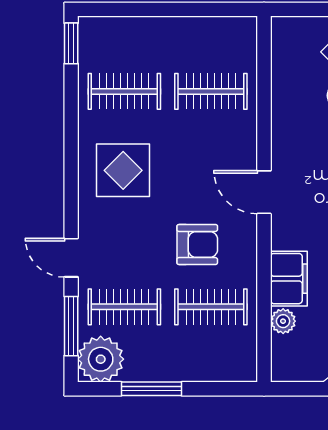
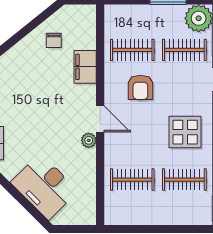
armchair: (197, 244) -> (140, 87), turned -90
plant: (283, 321) -> (89, 140), moved

